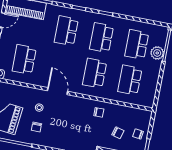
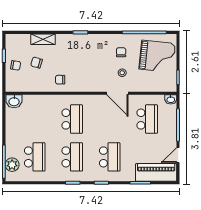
plant: (157, 53) -> (12, 165), moved
school desk: (130, 80) -> (35, 119), removed
door: (57, 91) -> (117, 93), moved
washbasin: (146, 100) -> (14, 101), added

